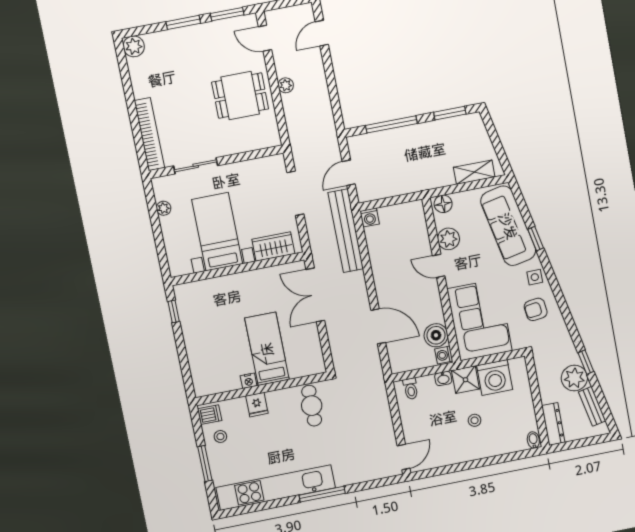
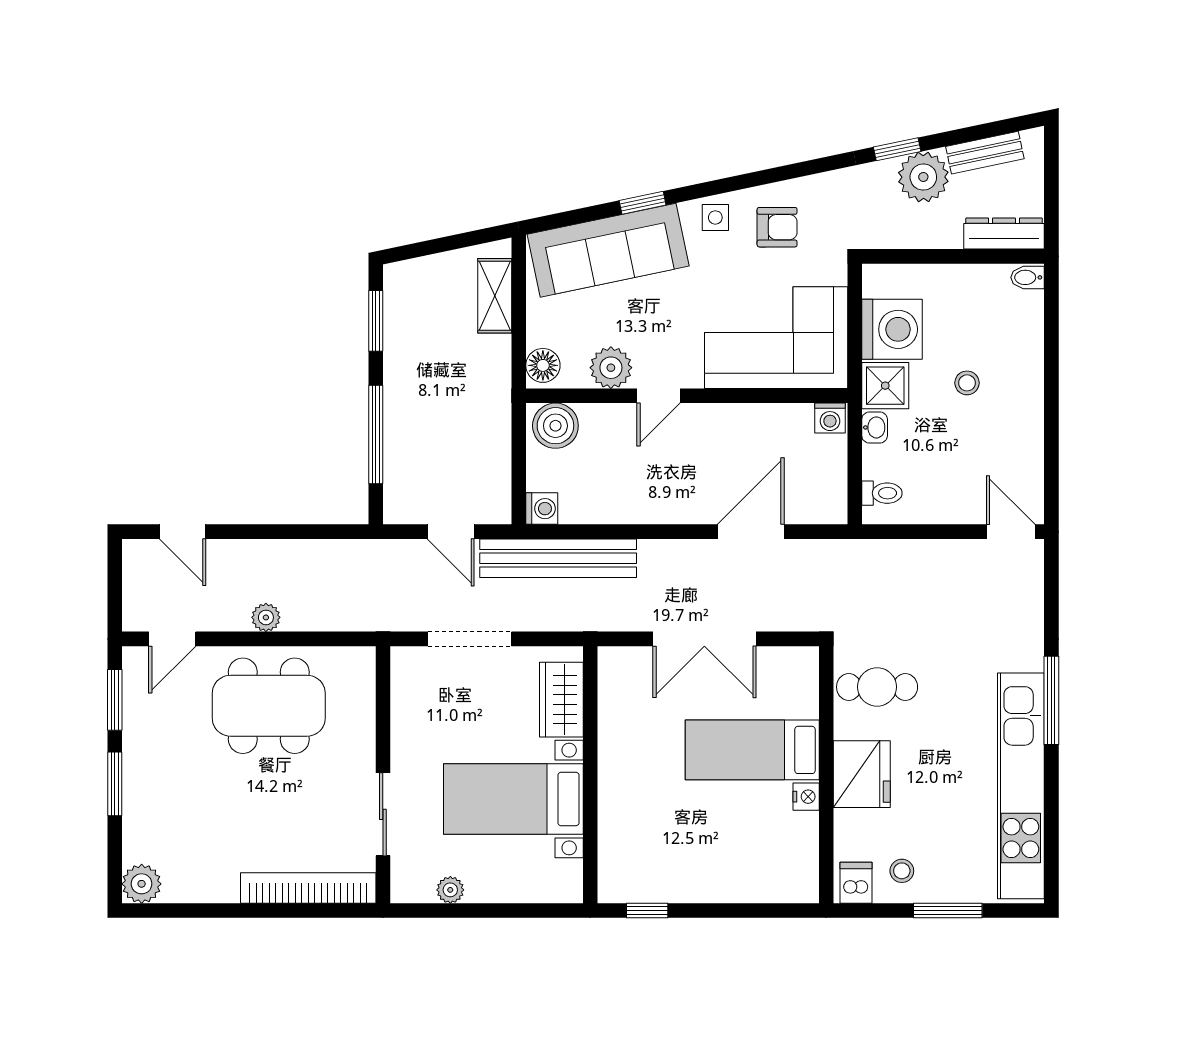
dining table: (240, 96) -> (269, 706), width x1.38
double door: (315, 295) -> (704, 639), moved
armchair: (536, 309) -> (777, 227), turned -83
boiler: (436, 335) -> (555, 426), moved
fridge: (257, 405) -> (862, 774), width x1.88, depth x1.34

